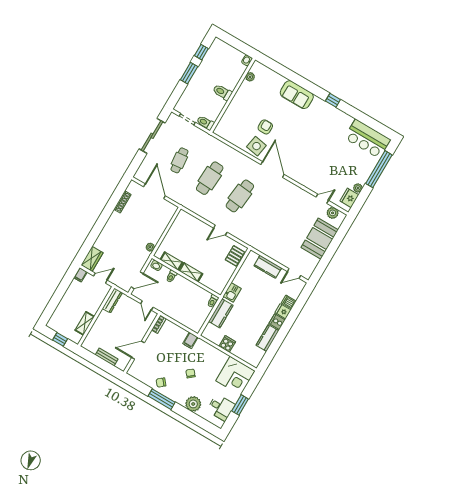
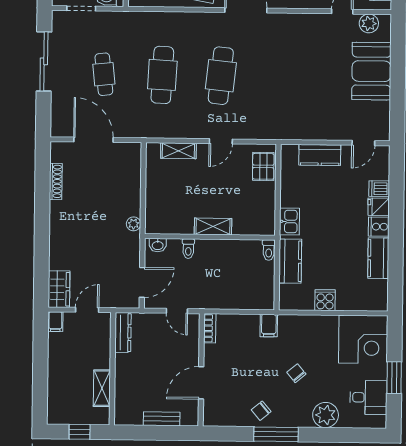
shelving: (171, 261) -> (178, 151), moved

